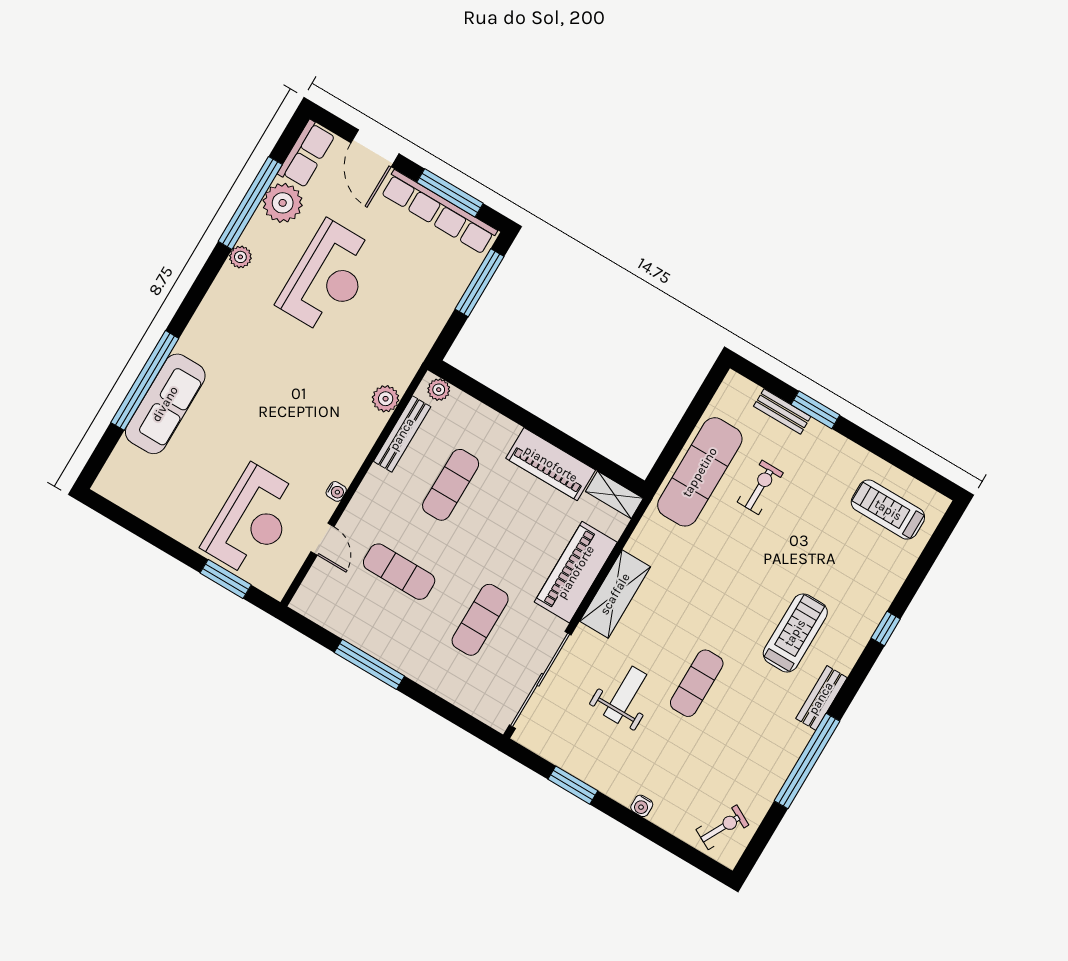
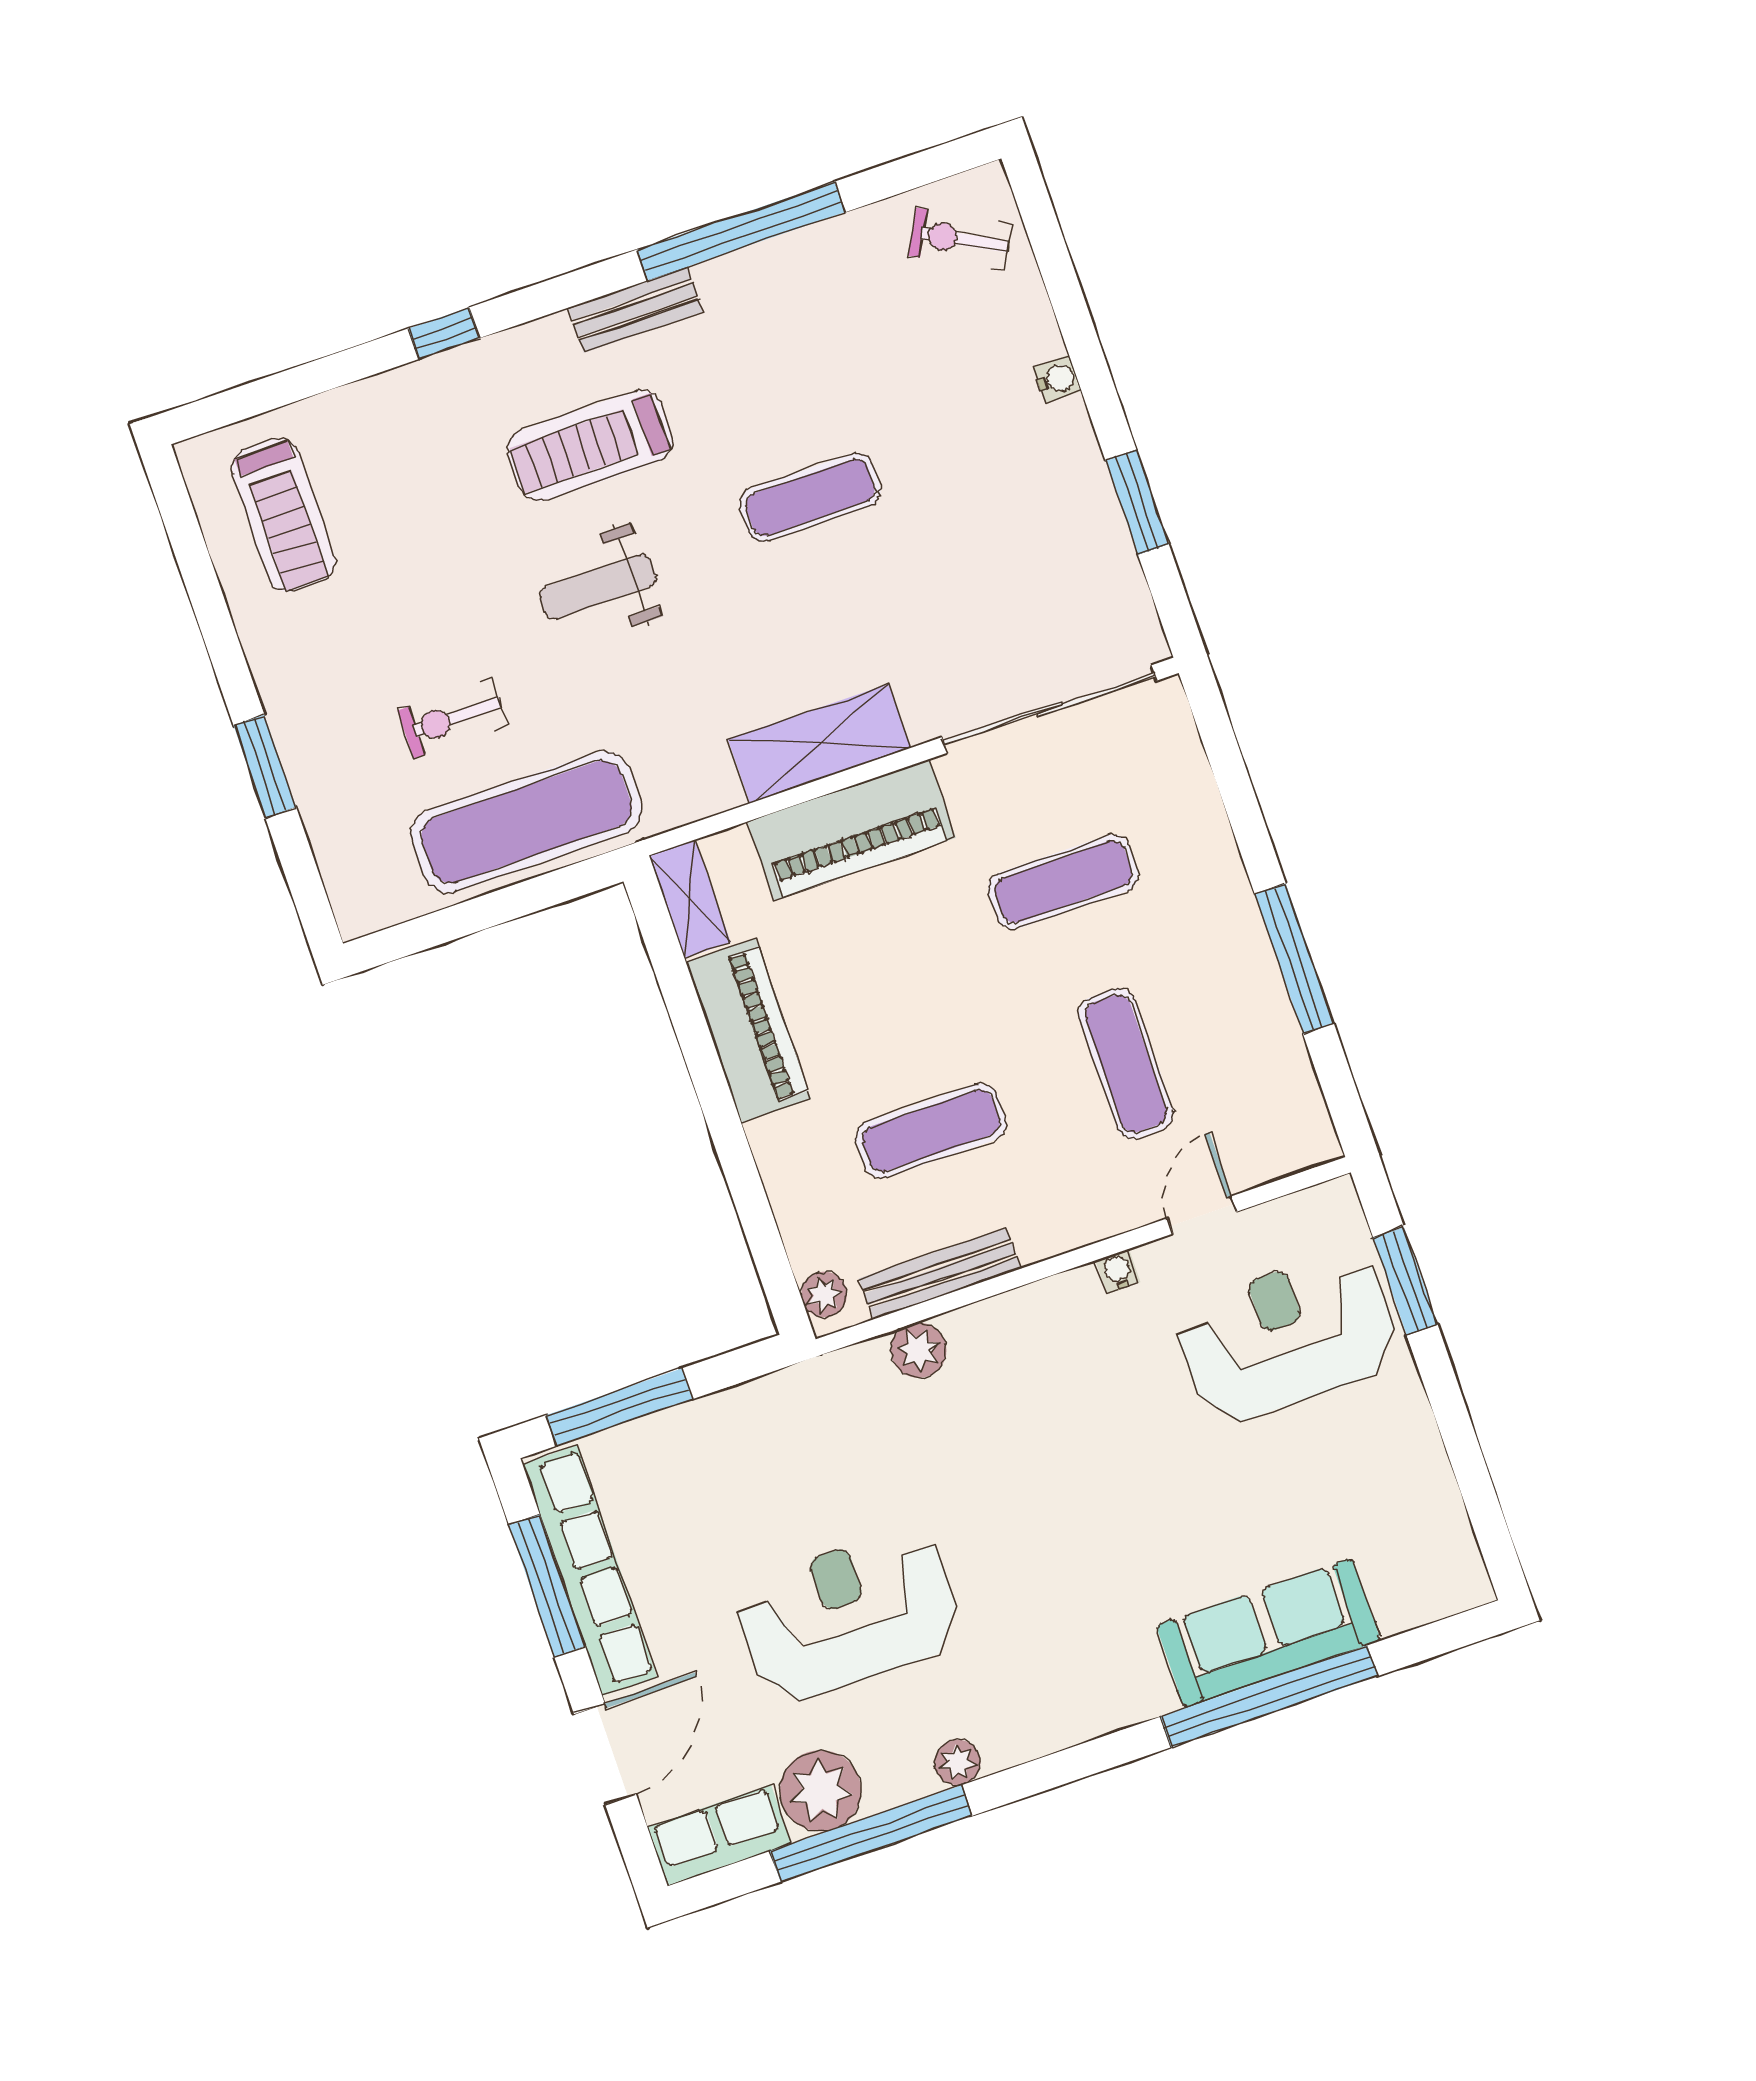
bench: (782, 411) -> (318, 807), removed
weight bench: (625, 695) -> (598, 587), moved

